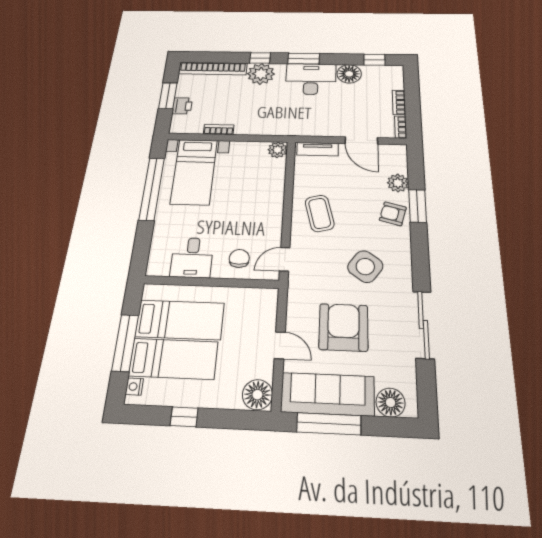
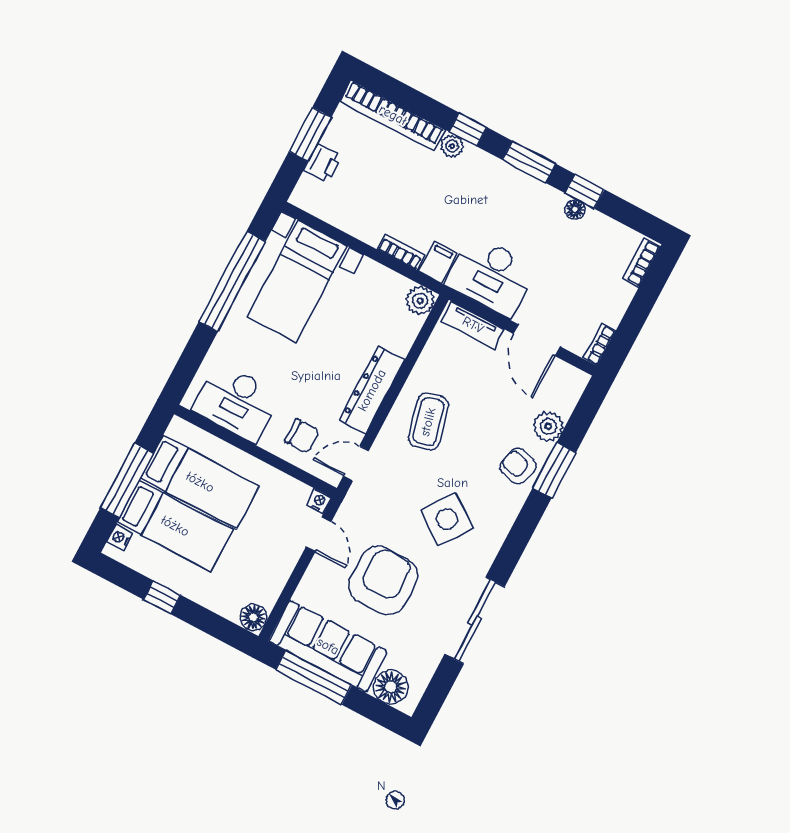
window: (374, 60) -> (585, 191), moved
plant: (261, 74) -> (452, 146), width x0.53, depth x0.53
floor lamp: (349, 74) -> (575, 210), width x0.53, depth x0.53
desk: (311, 79) -> (491, 276), moved, turned 180
bookcase: (399, 102) -> (642, 262), moved
filing cabinet: (278, 126) -> (438, 262), added
bookcase: (219, 130) -> (401, 252), moved
dresser: (273, 211) -> (372, 390), added
desk: (192, 257) -> (237, 402), width x1.37
chair: (239, 258) -> (302, 436), turned 90
nightstand: (271, 295) -> (319, 501), added
door: (280, 345) -> (319, 534), moved
floor lamp: (257, 395) -> (254, 617), width x0.73, depth x0.73

